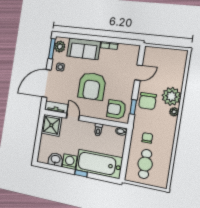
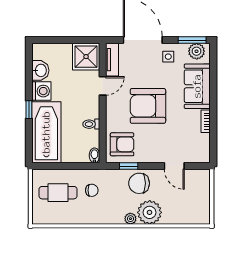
armchair: (116, 109) -> (122, 144), turned 90

